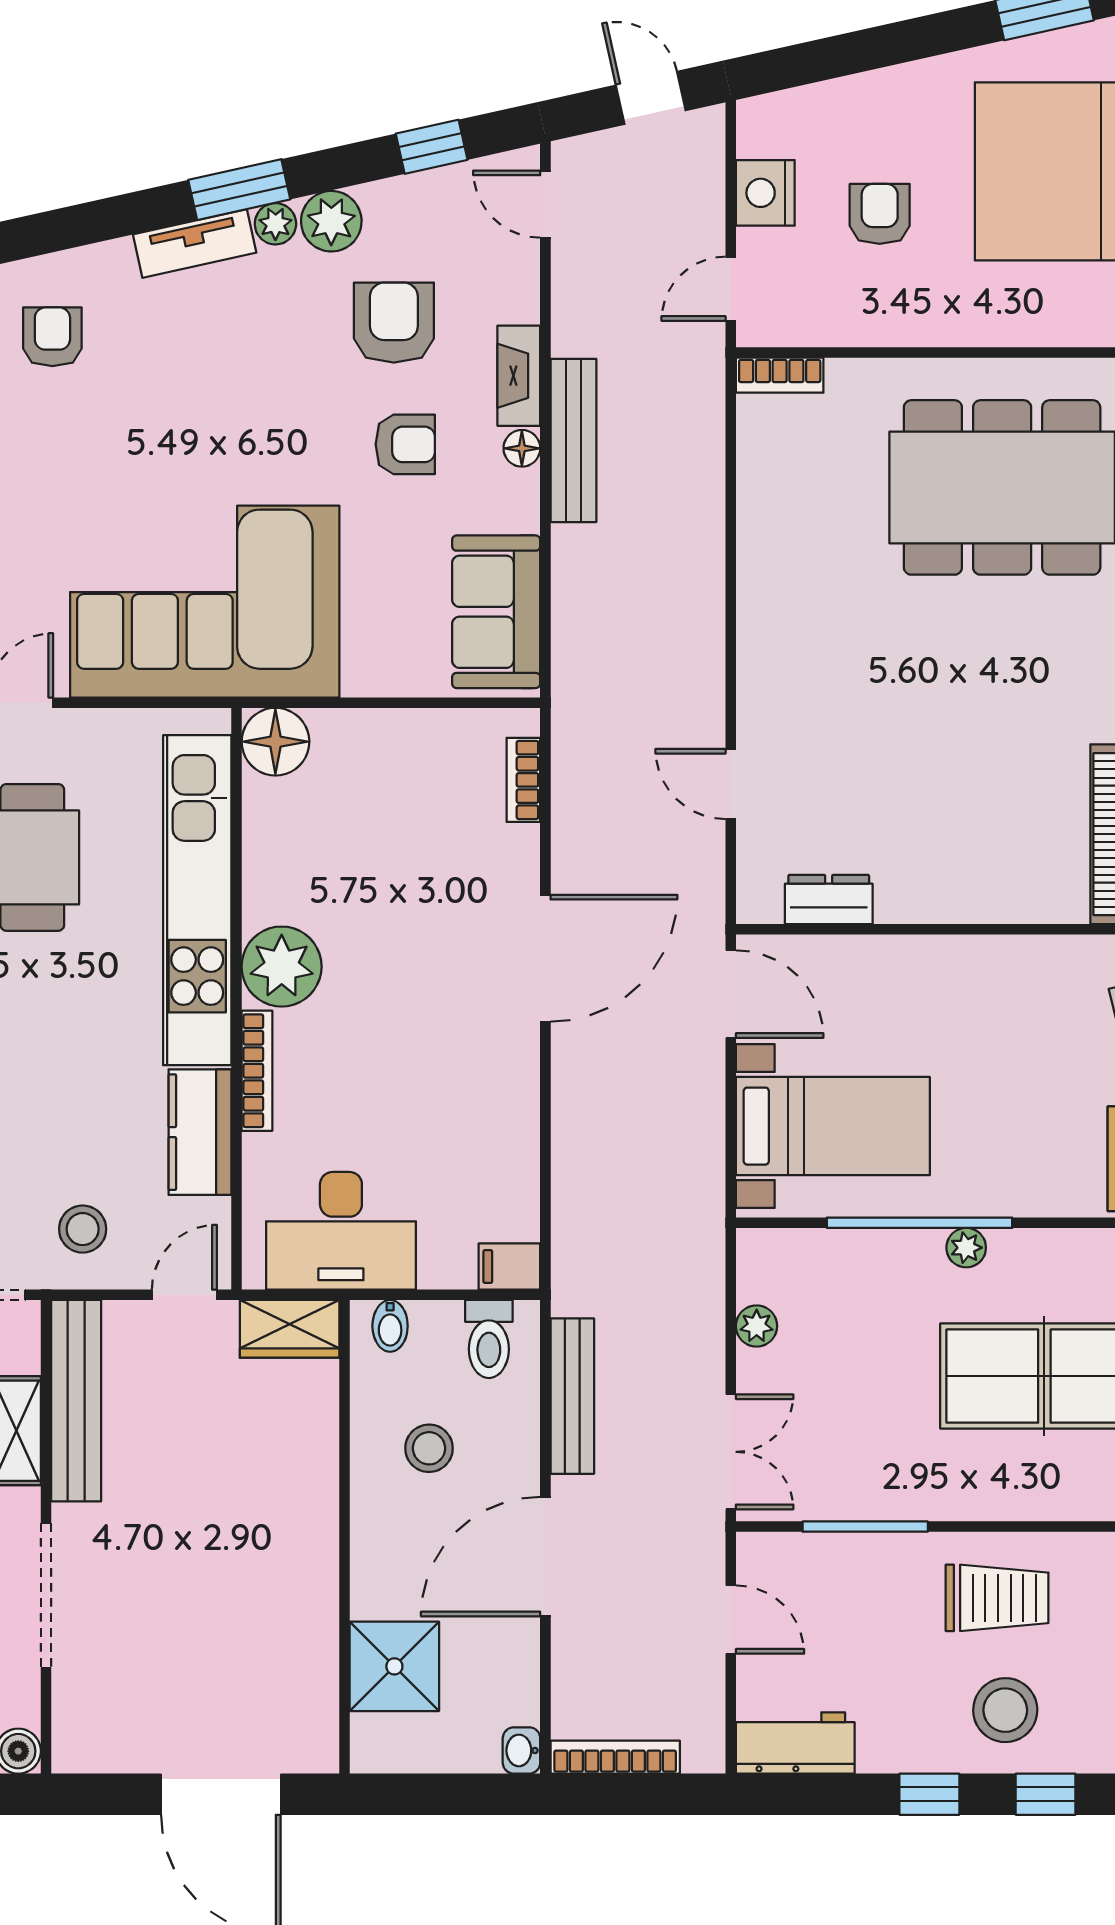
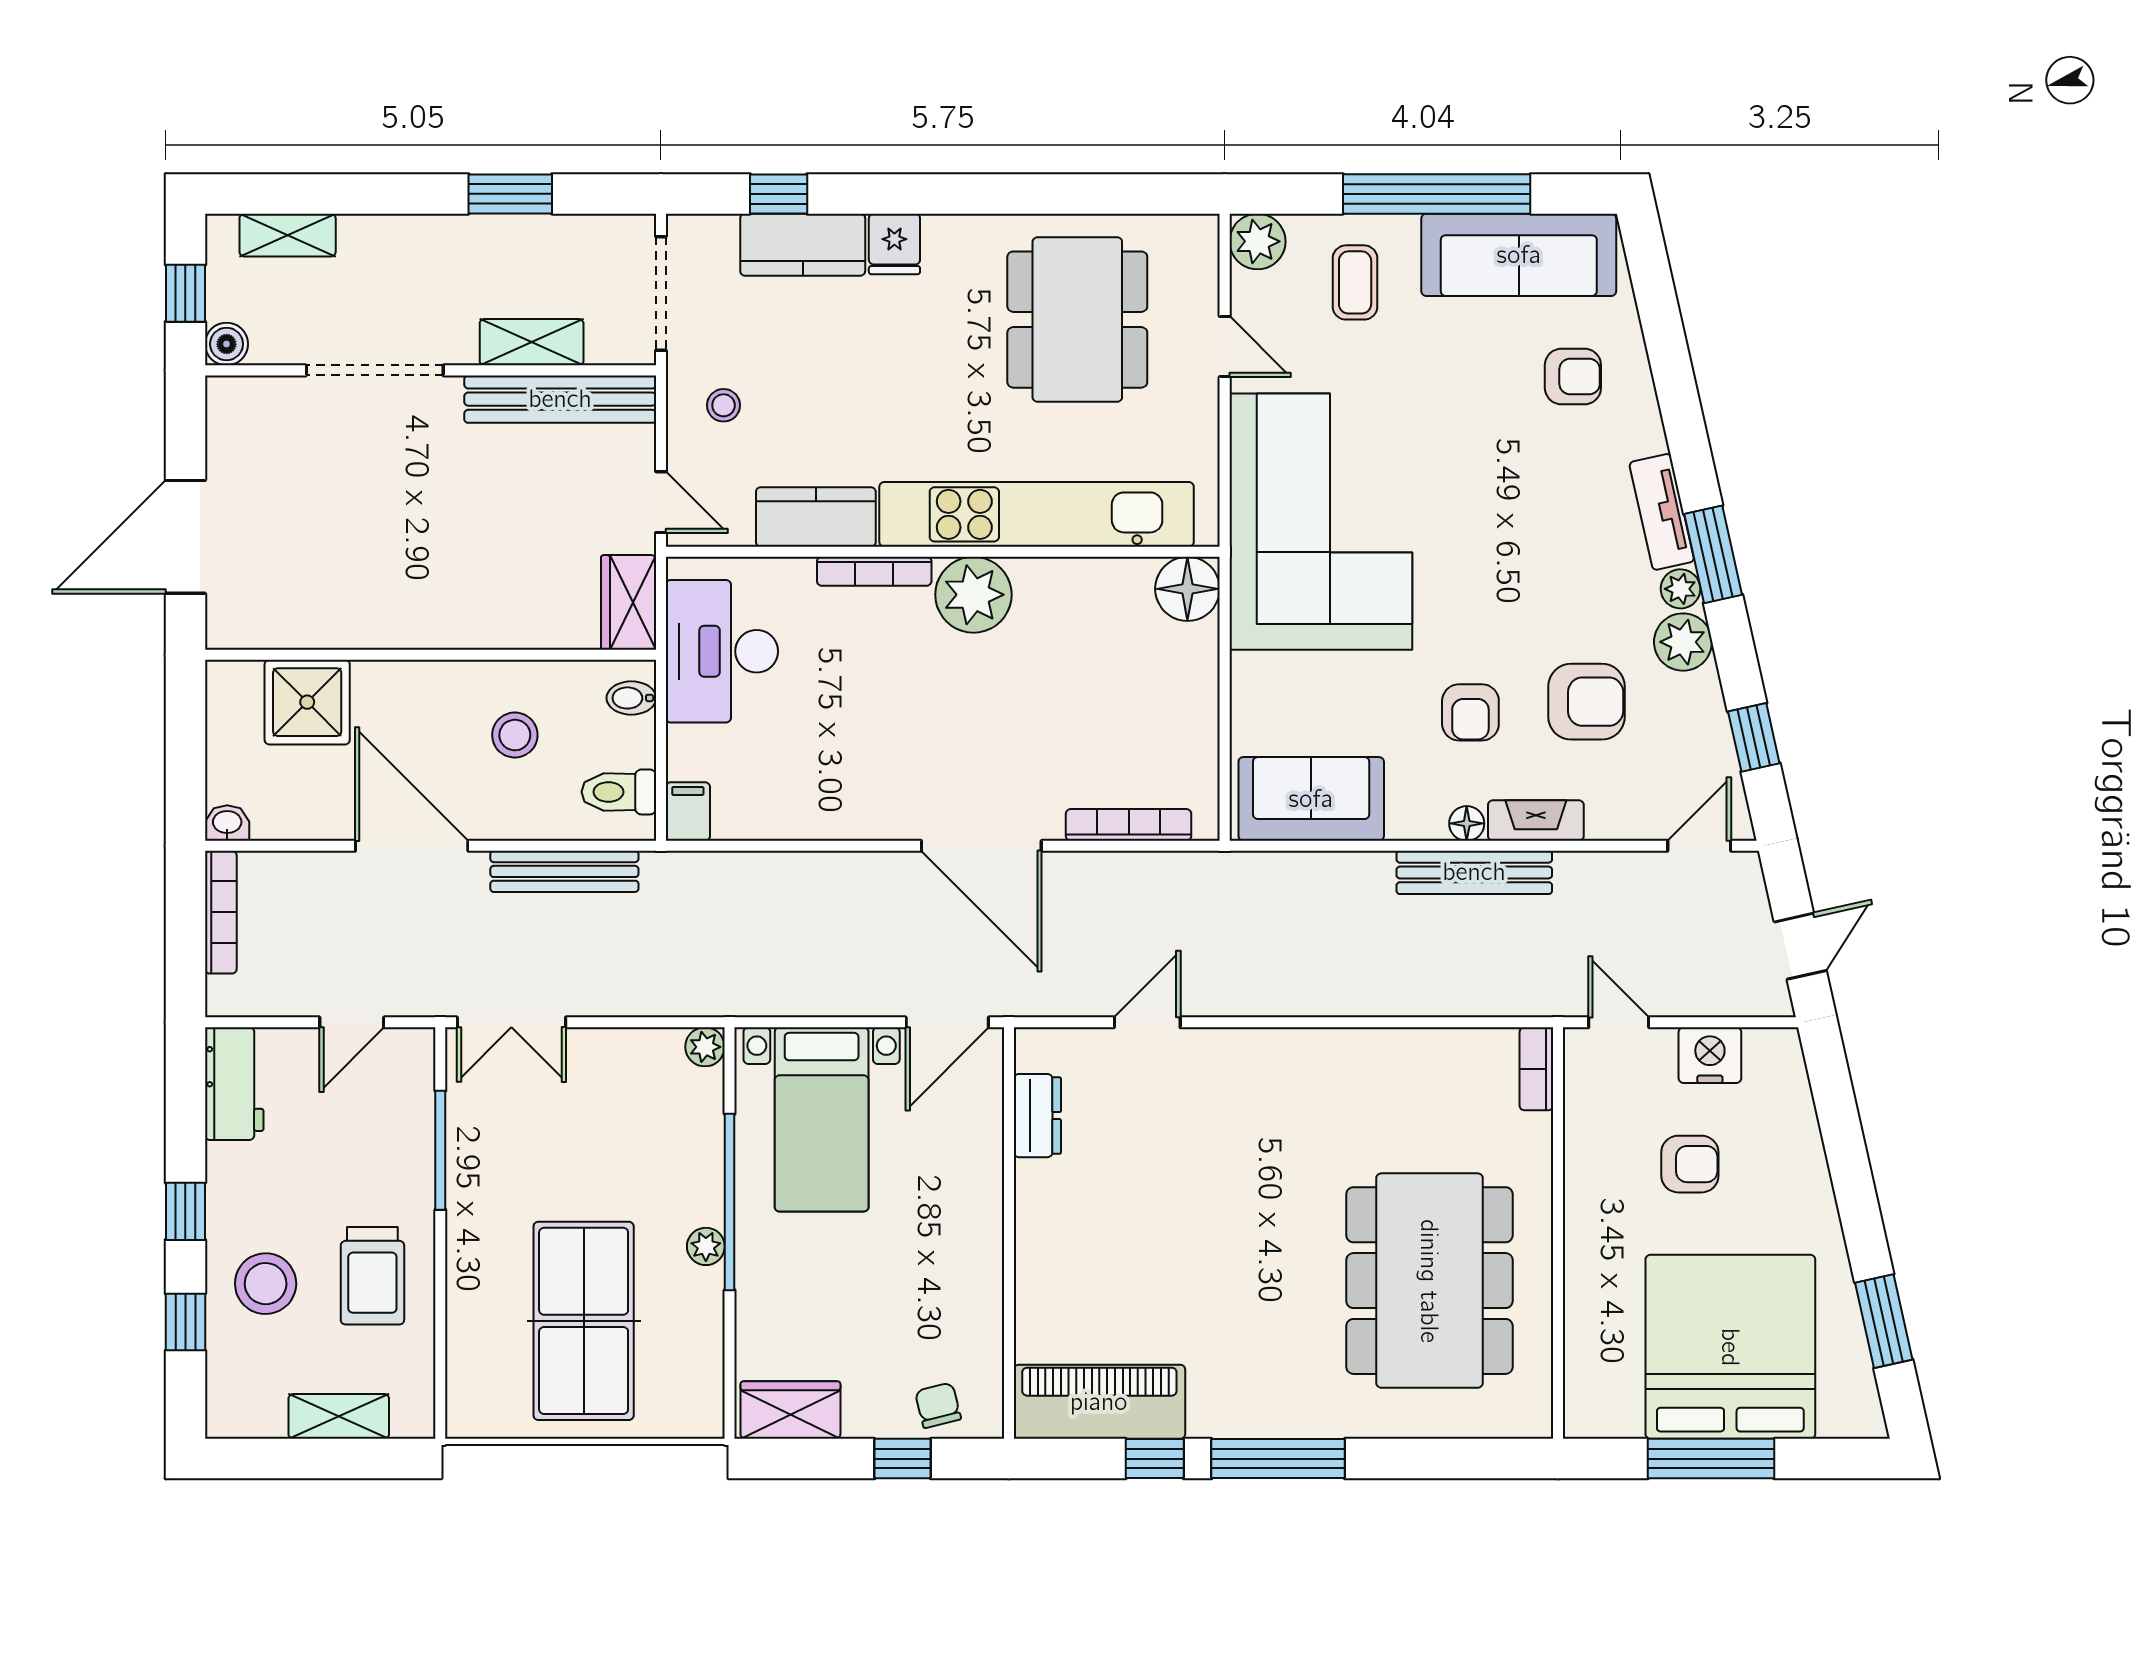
bookcase: (523, 780) -> (1129, 825), width x1.56
stool: (83, 1229) -> (724, 405), width x0.73, depth x0.73
plant: (757, 1326) -> (705, 1047), moved

